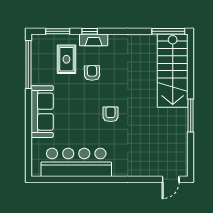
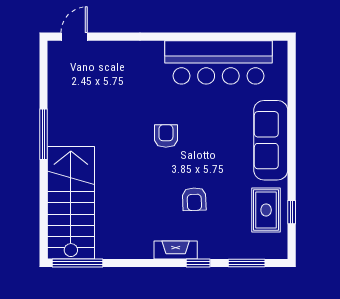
fireplace: (94, 40) -> (176, 250), moved
rug: (66, 59) -> (266, 210), moved
window: (28, 65) -> (292, 212), width x0.32
armchair: (111, 114) -> (166, 136), turned 180

